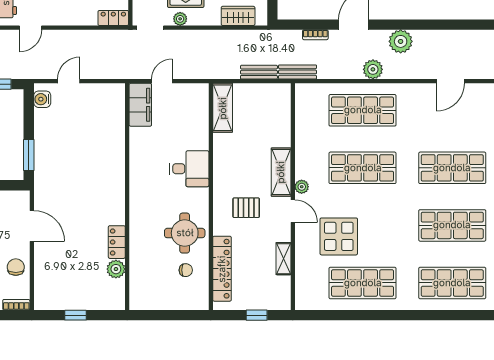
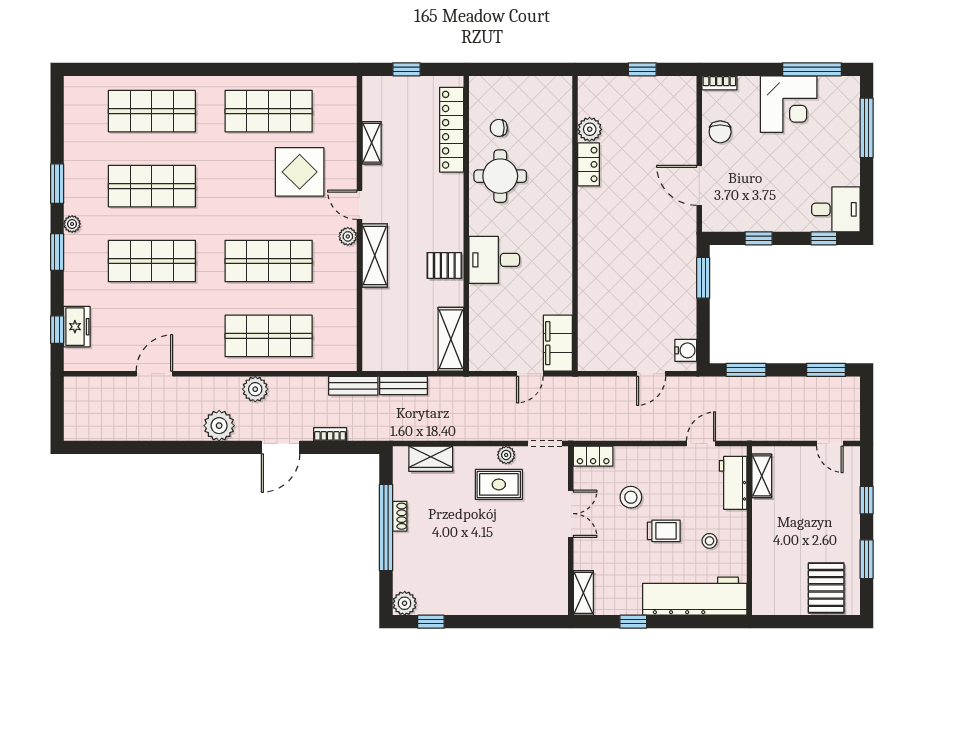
pallet: (246, 208) -> (444, 266), moved

